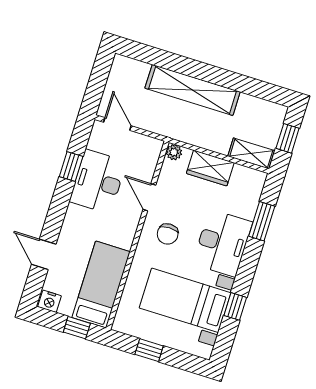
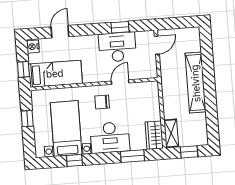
plant: (174, 152) -> (153, 86), removed
wardrobe: (210, 168) -> (154, 135), moved

